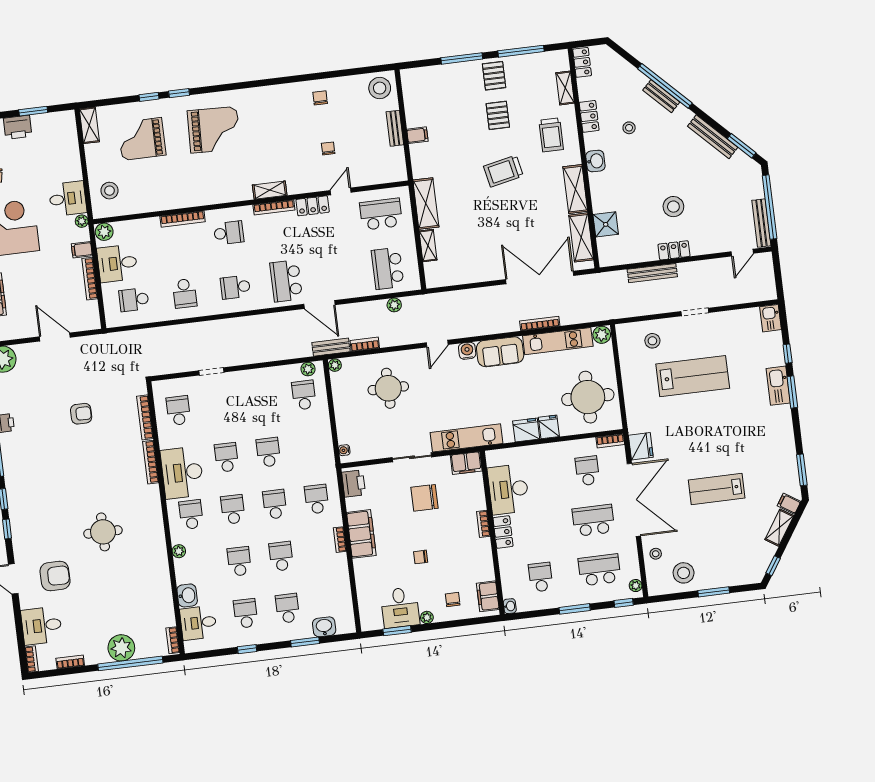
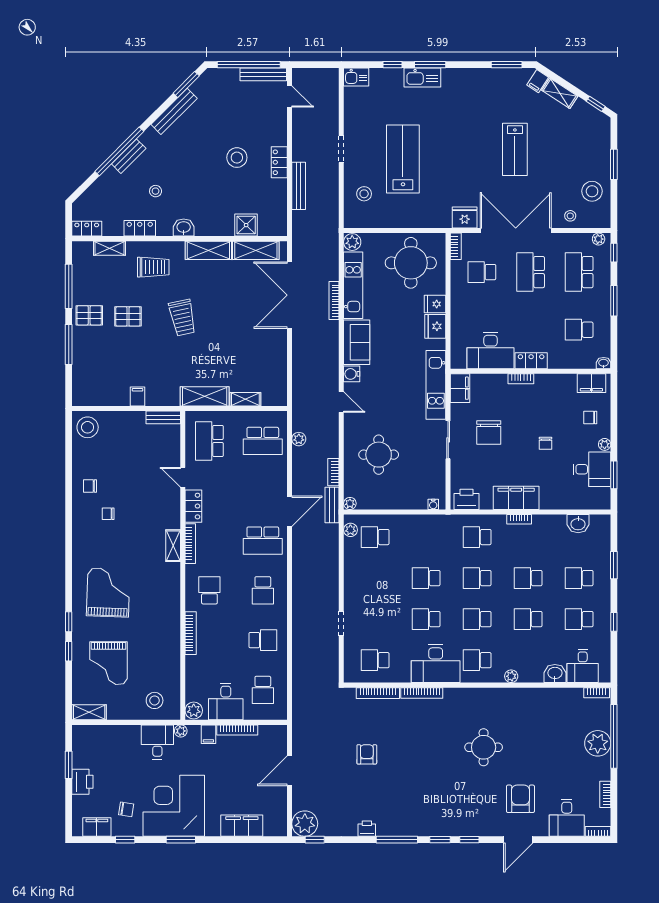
bench: (395, 128) -> (163, 417), moved
chair: (328, 148) -> (108, 514), moved
washbasin: (324, 627) -> (578, 524), moved, turned -90

